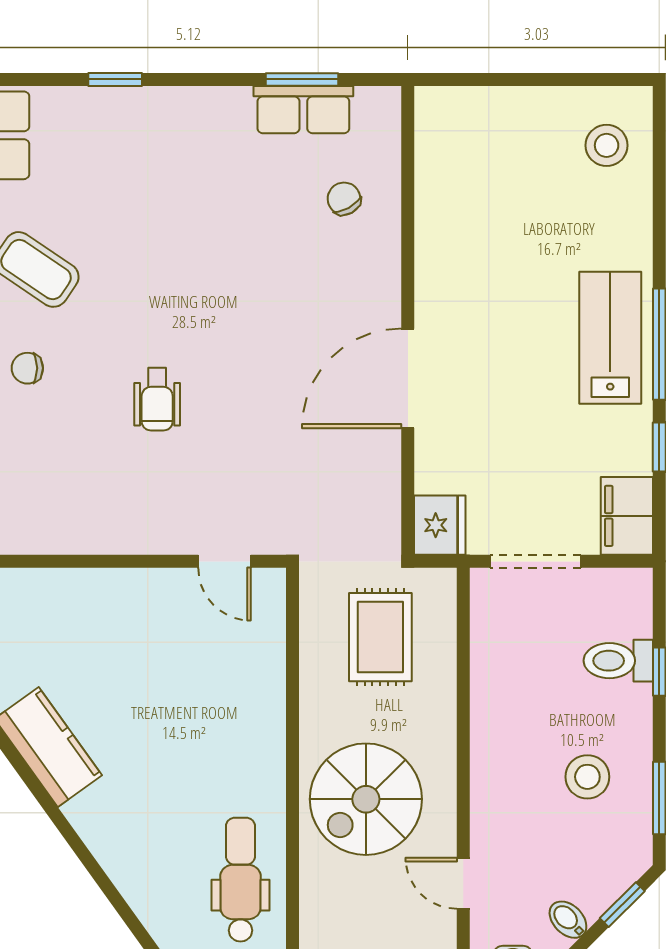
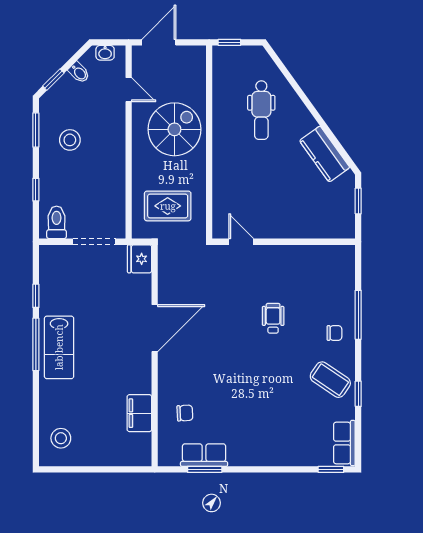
window: (115, 79) -> (331, 469), moved
chair: (344, 199) -> (185, 413), turned -64
filing cabinet: (627, 516) -> (139, 413), moved, turned 180
rug: (380, 637) -> (168, 206), turned 90
toilet: (618, 661) -> (57, 222), moved, turned -90
dental chair: (240, 880) -> (261, 110), moved

